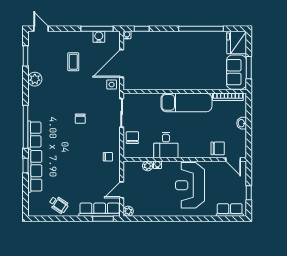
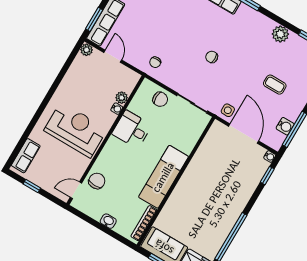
chair: (218, 148) -> (97, 181), turned 180

